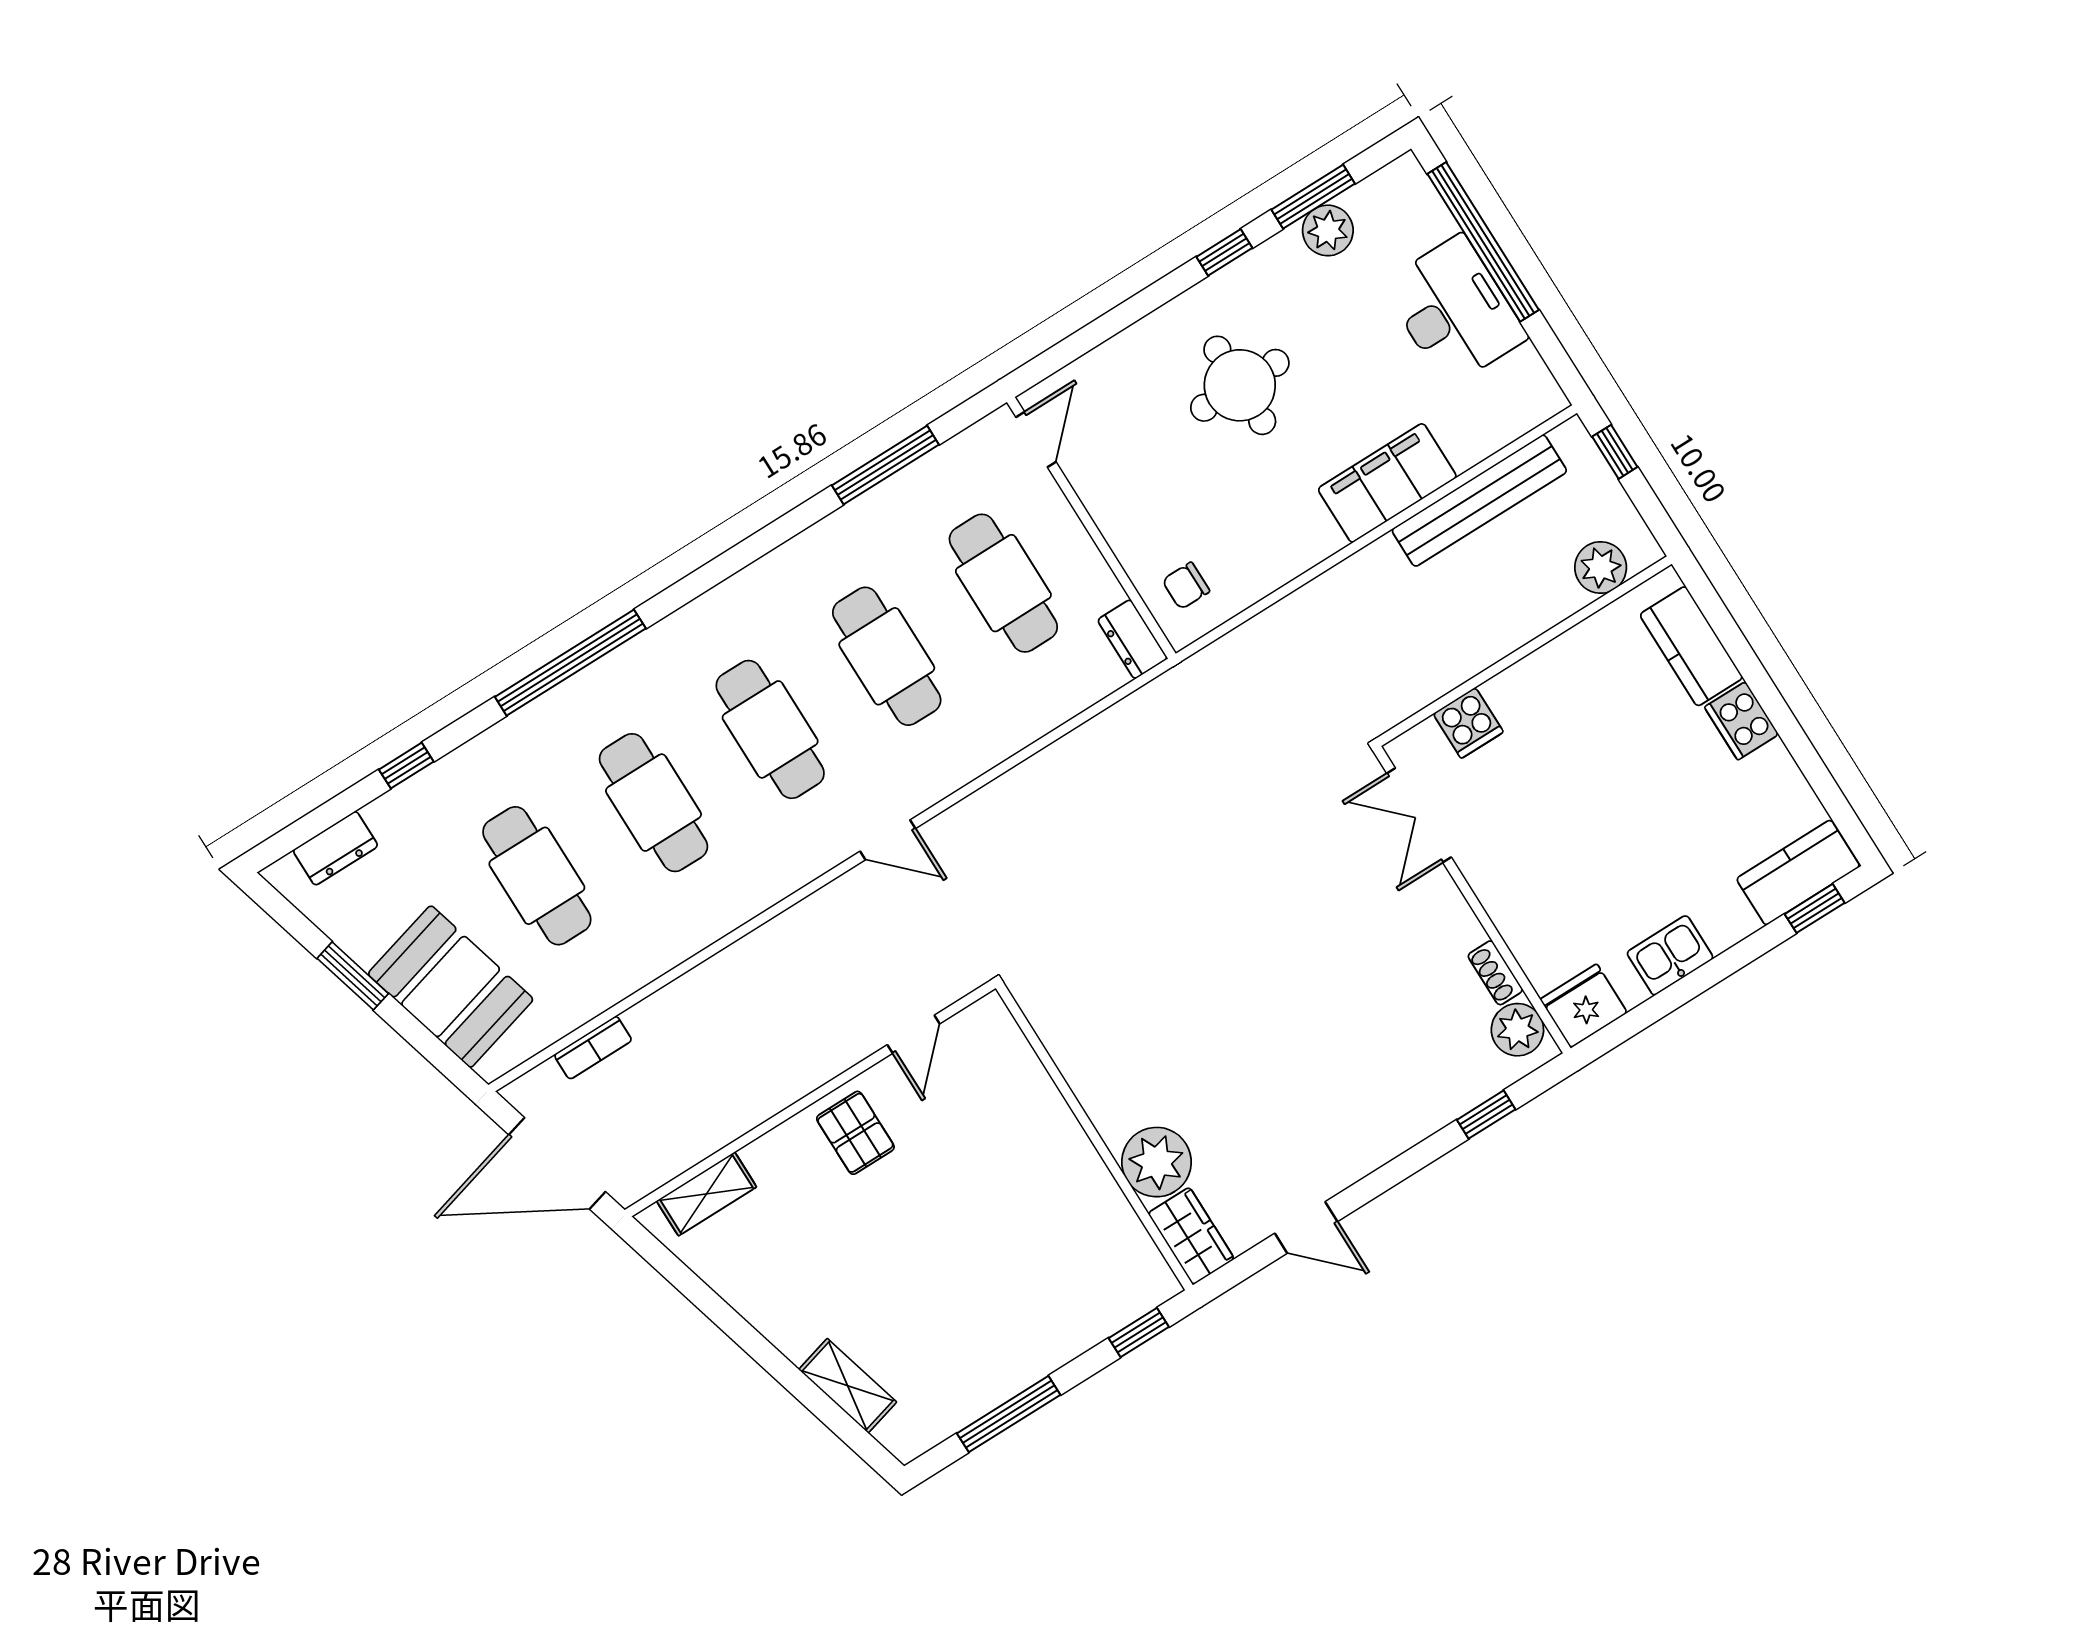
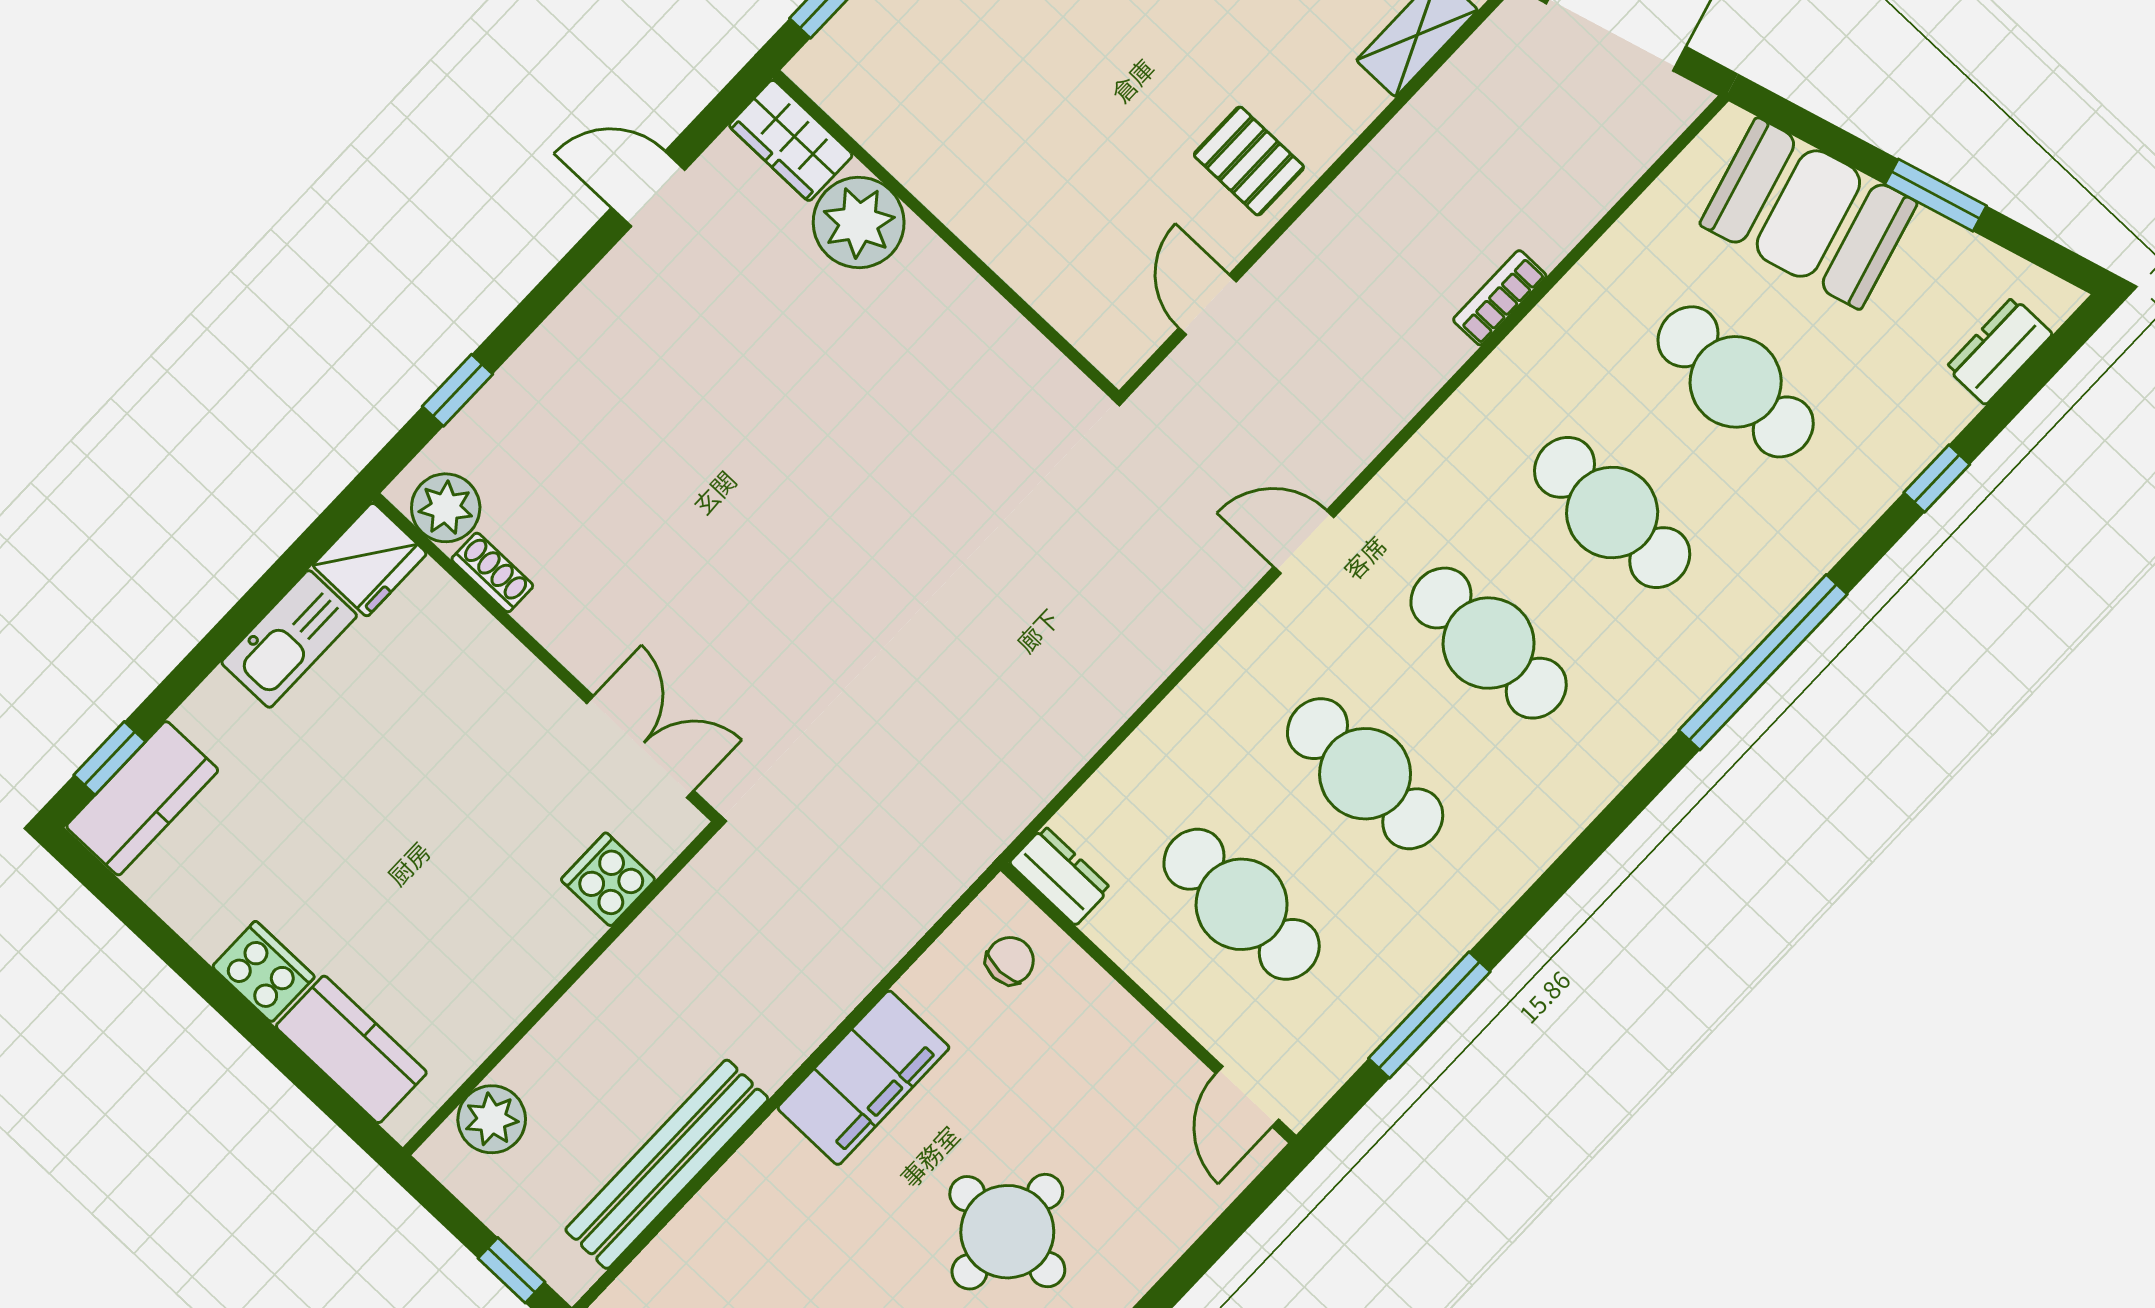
filing cabinet: (1387, 483) -> (863, 1078), moved
kitchen sink: (1670, 955) -> (289, 639), width x1.38
bookcase: (593, 1048) -> (1500, 298), moved

